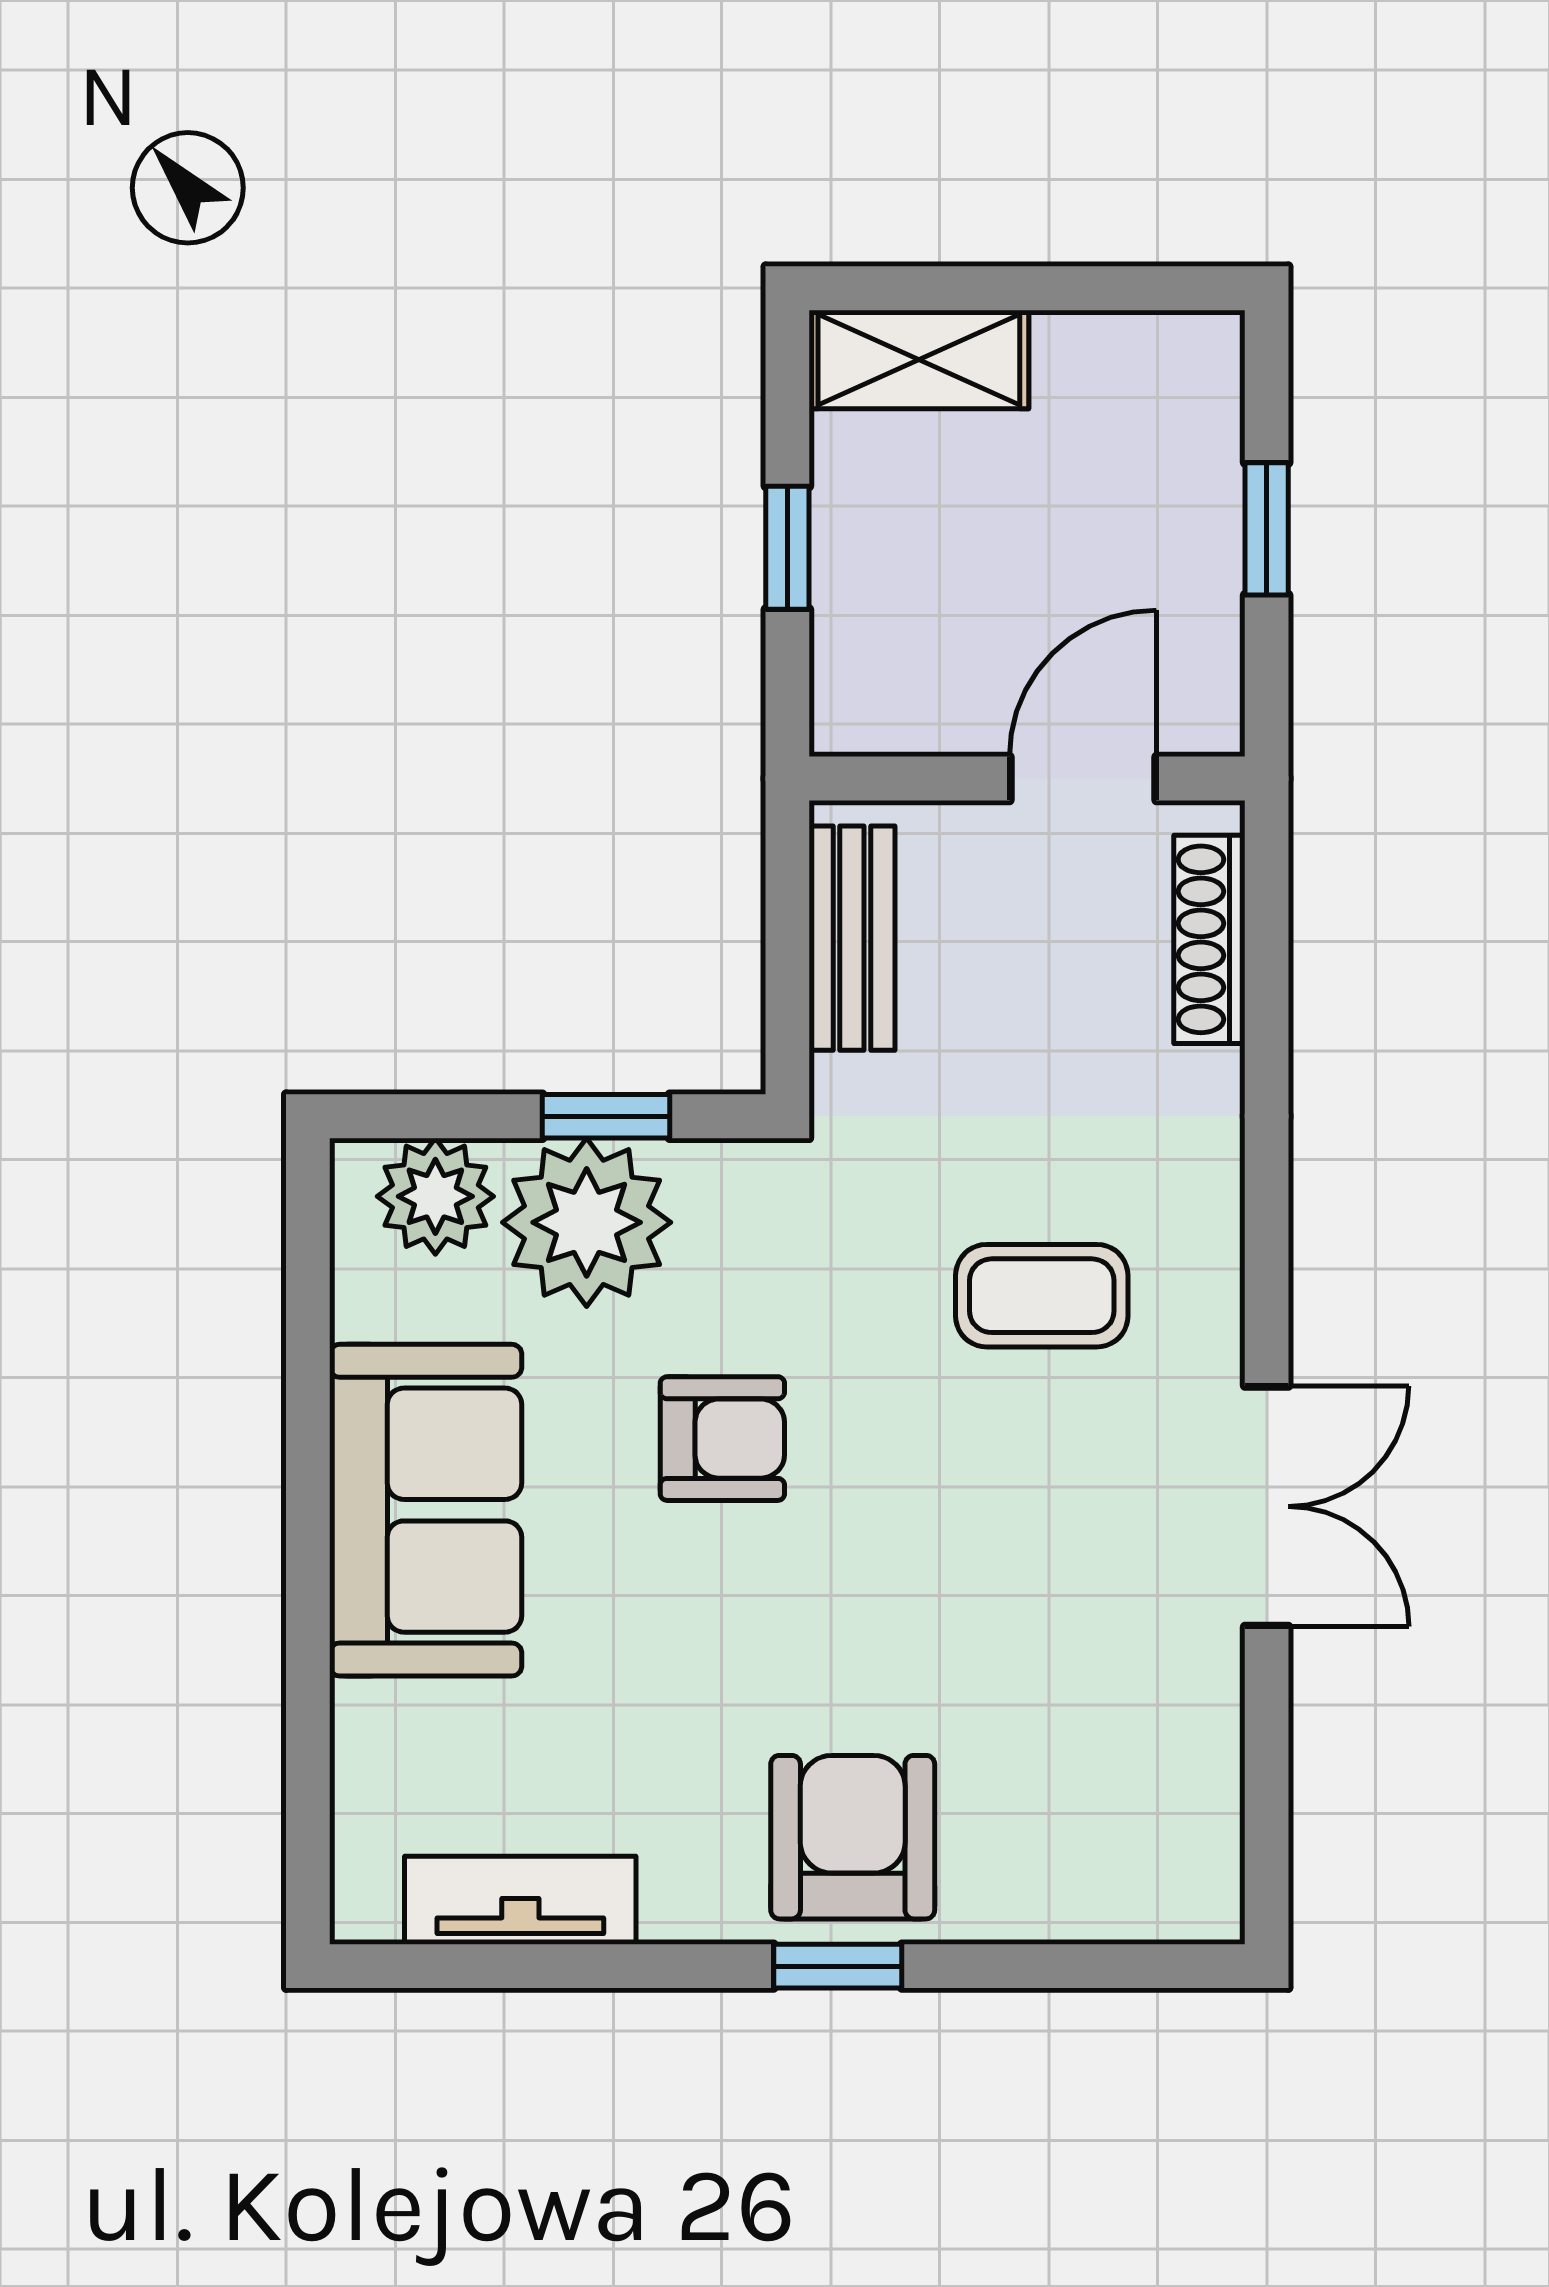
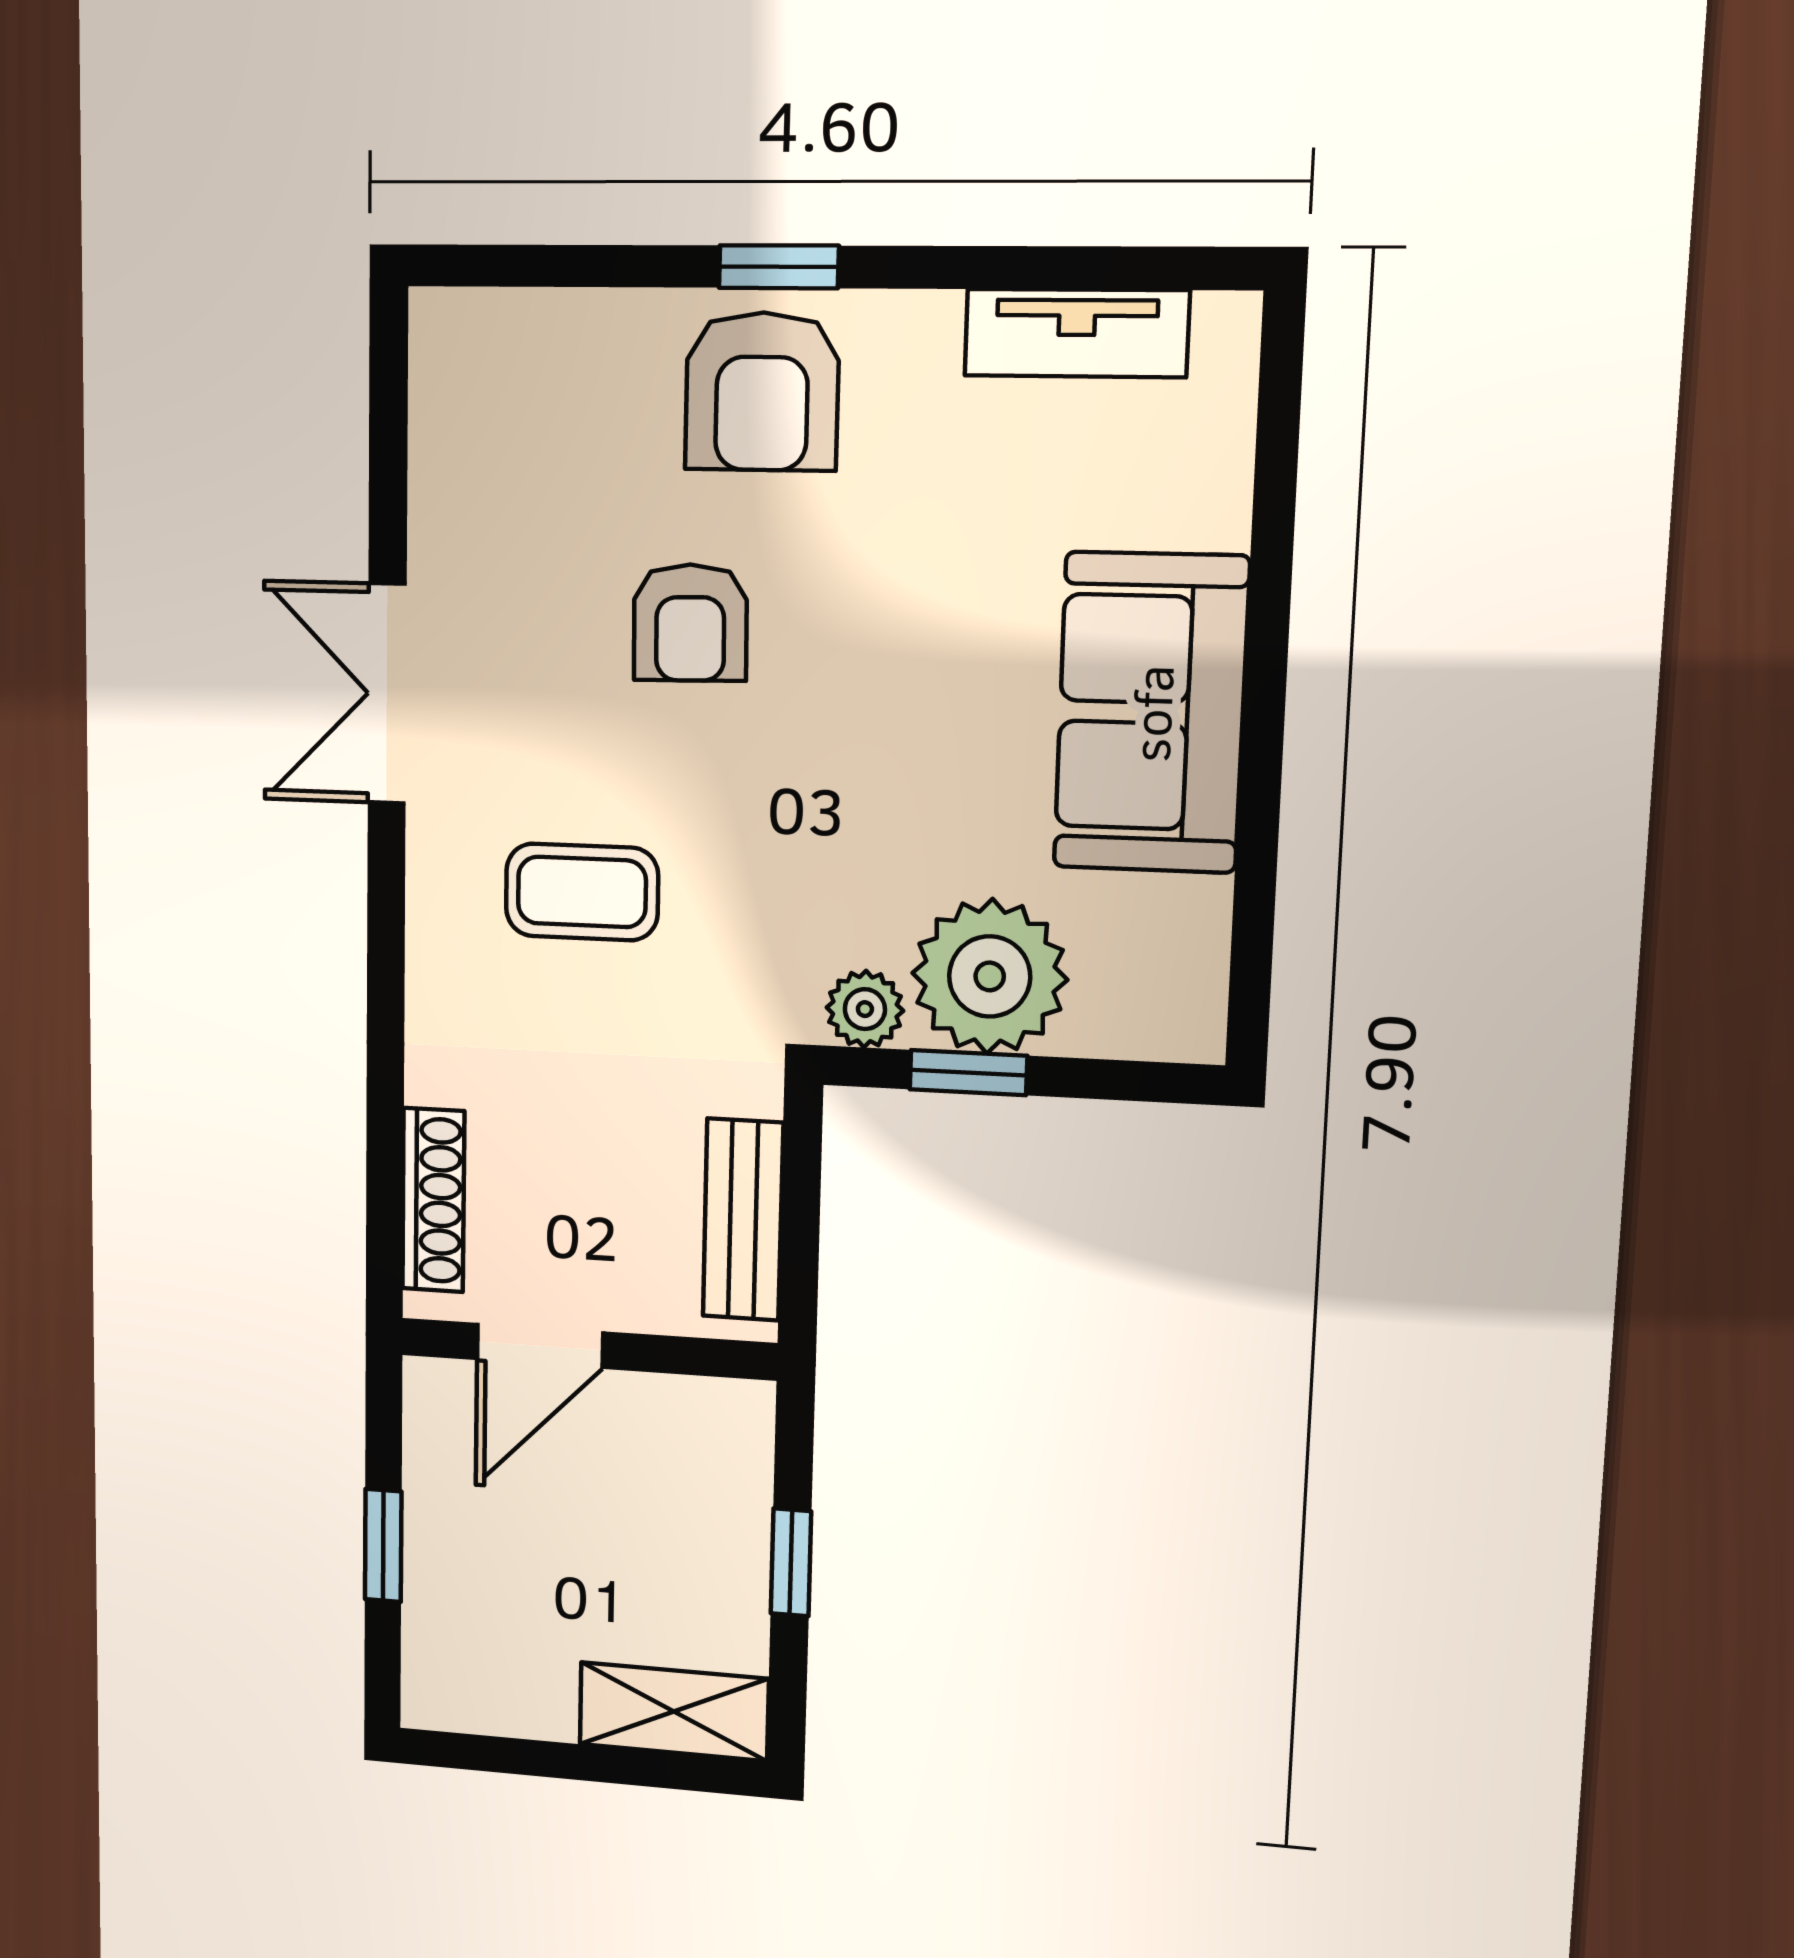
plant: (435, 1196) -> (865, 1009), moved, width x0.73, depth x0.73
armchair: (722, 1439) -> (690, 623), moved, turned -91

